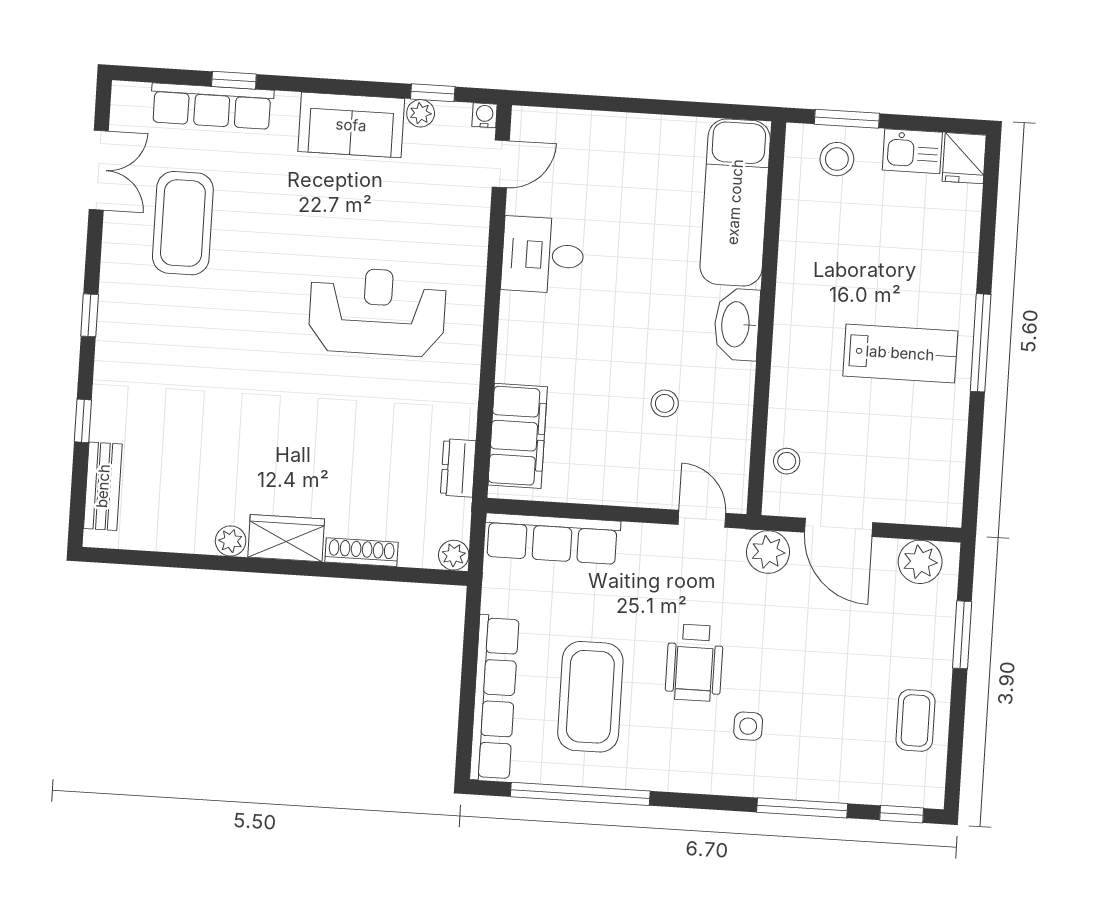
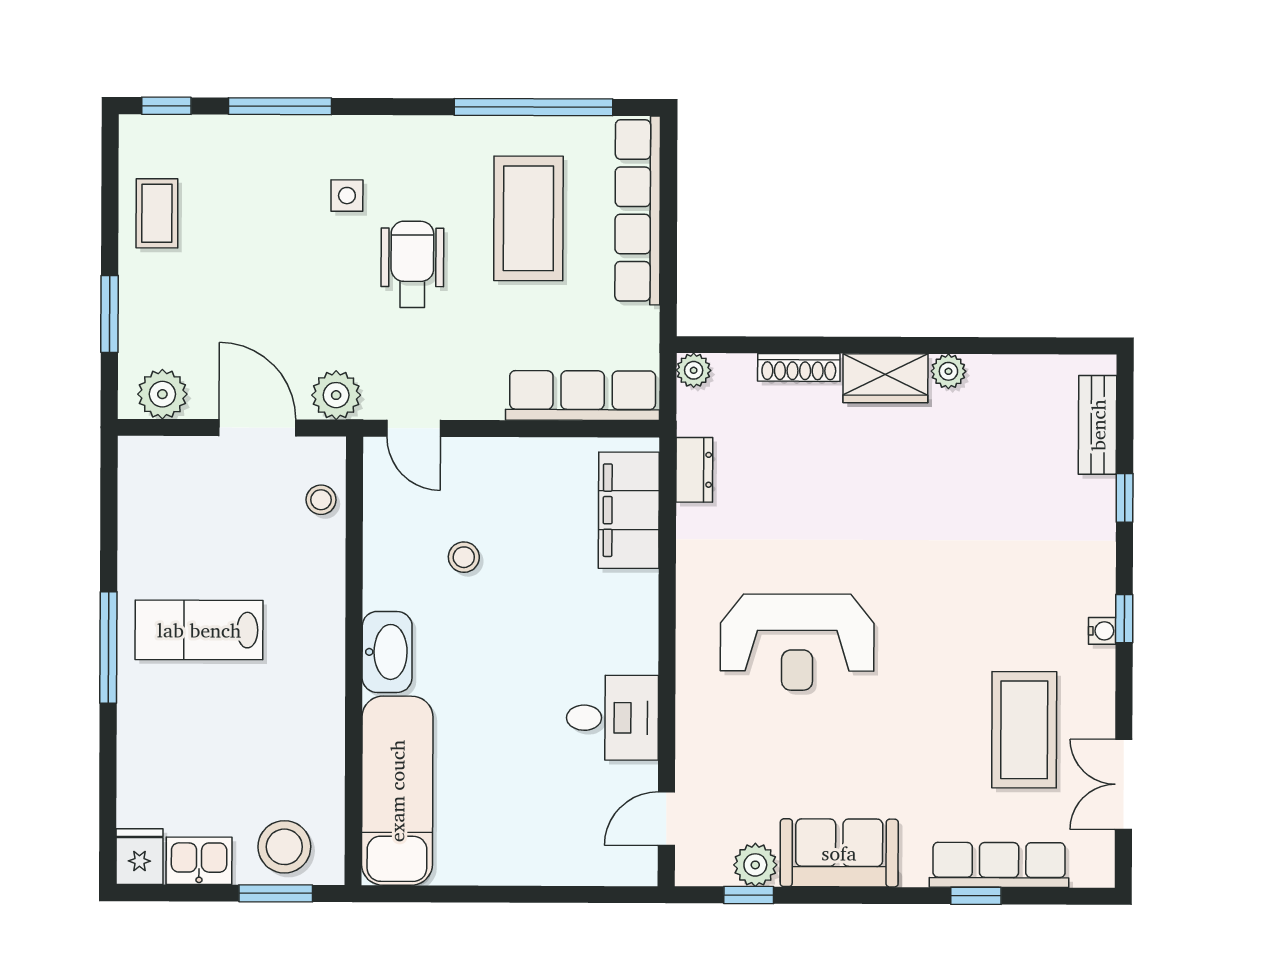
plant: (421, 113) -> (755, 865), width x1.38, depth x1.38
water cooler: (485, 115) -> (1102, 631), moved, turned -90
stool: (837, 159) -> (284, 847), width x1.38, depth x1.38

